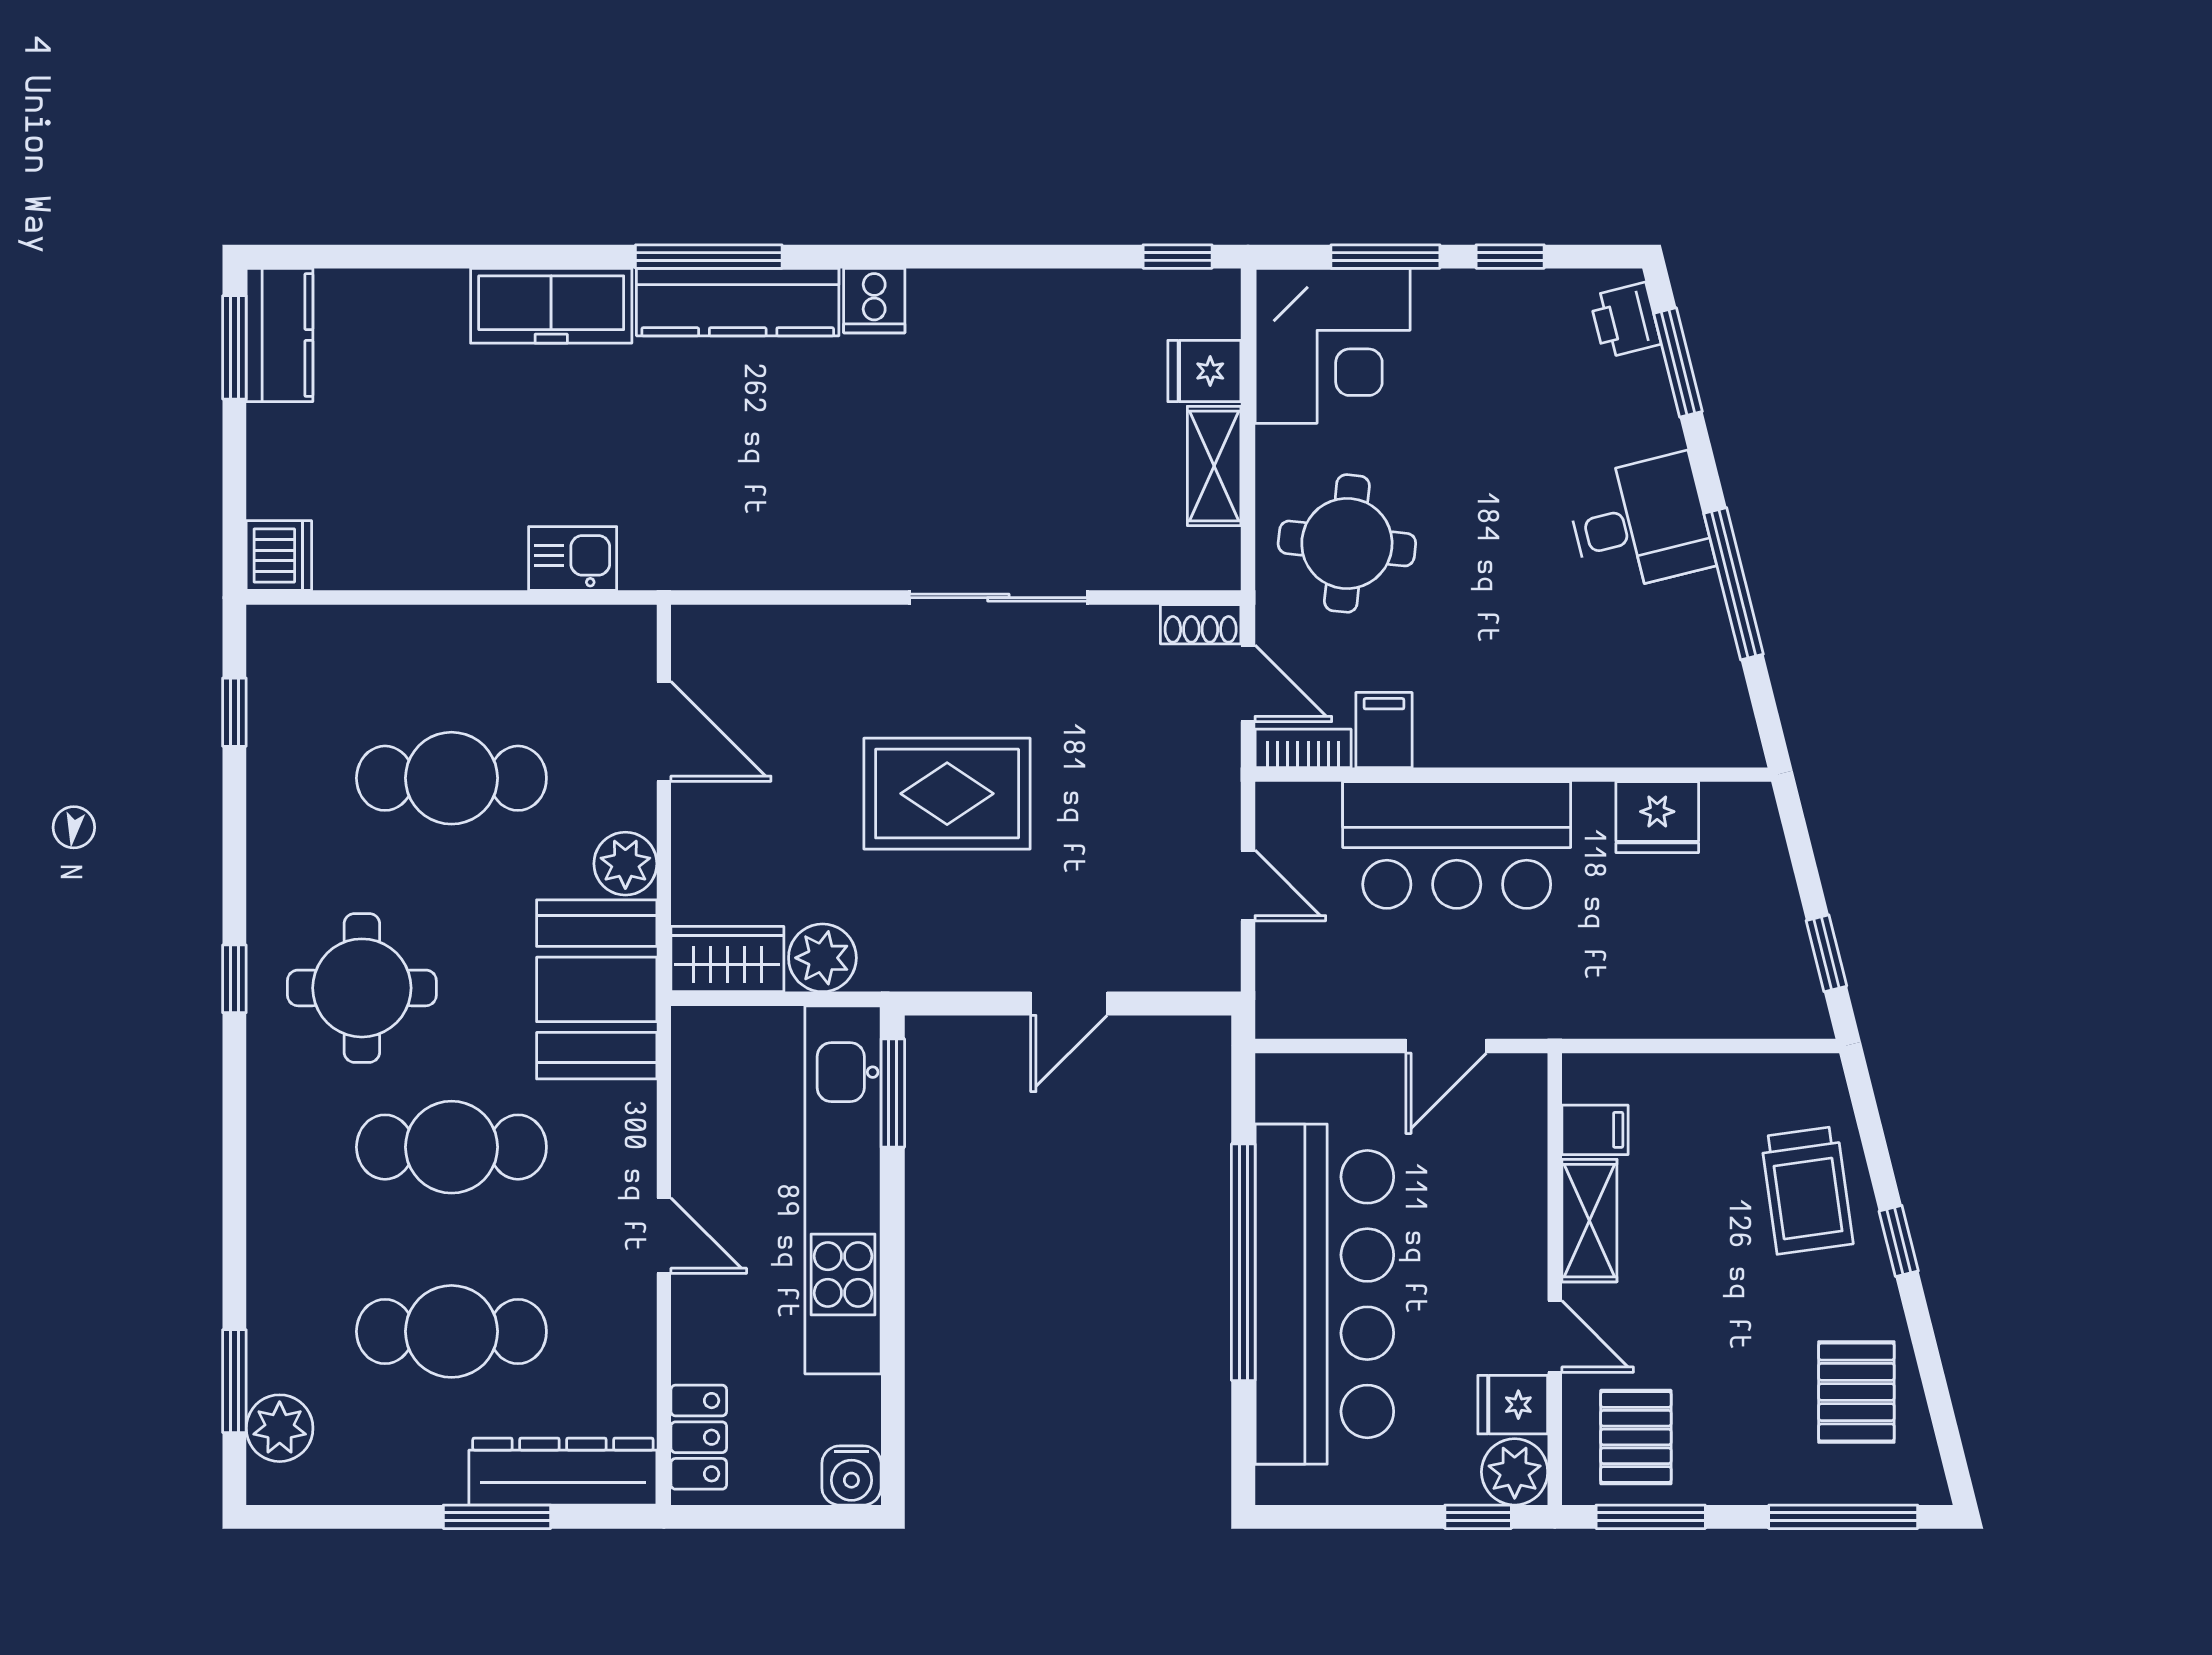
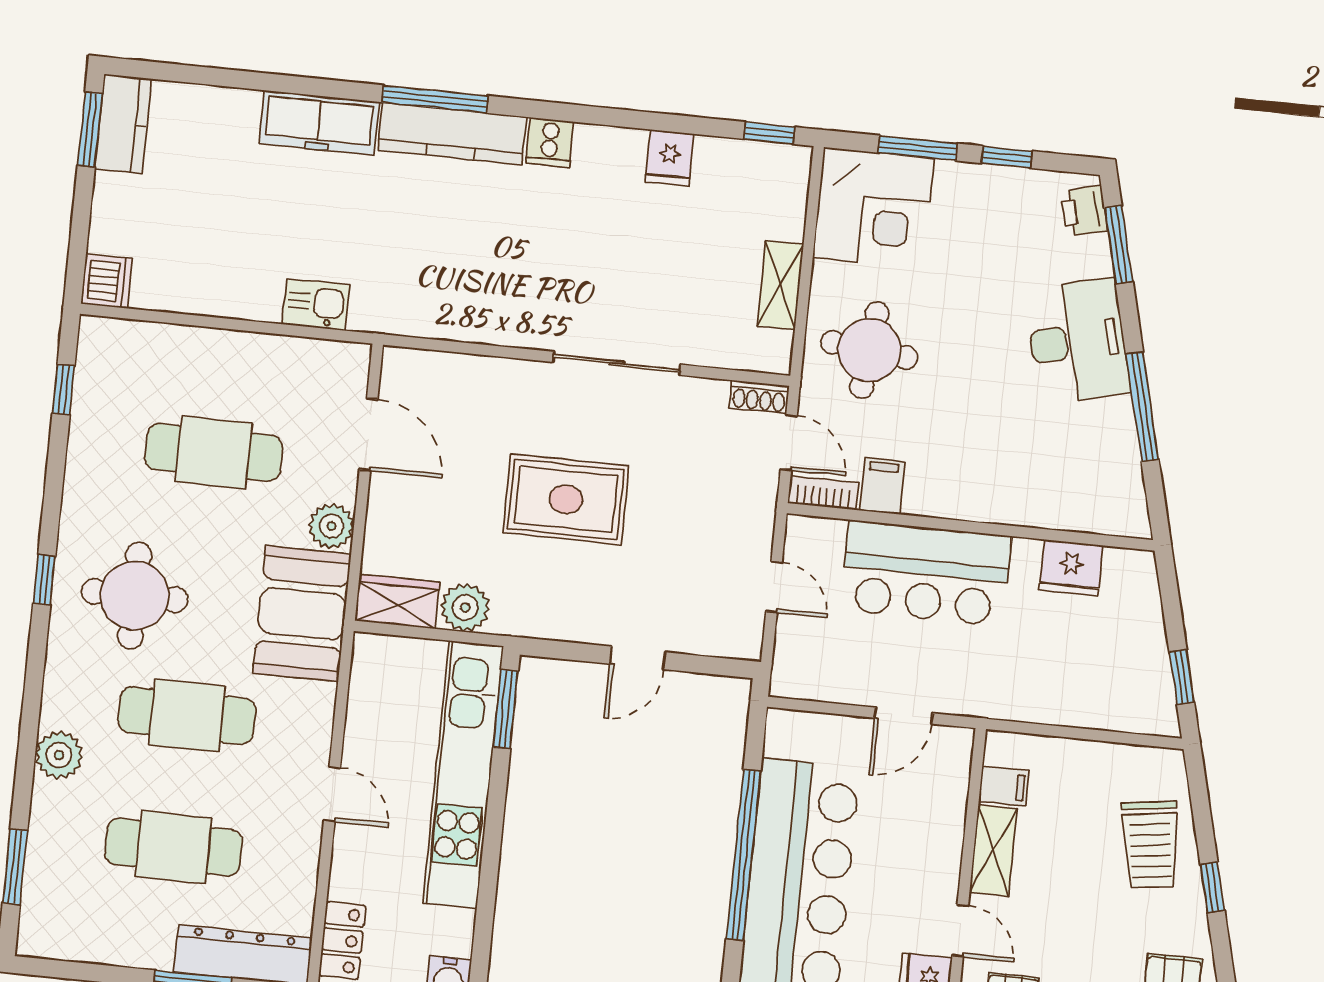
fridge: (1204, 371) -> (670, 158), moved, turned -90
desk: (1640, 523) -> (1078, 341), width x1.37
plant: (280, 1428) -> (59, 755), moved

